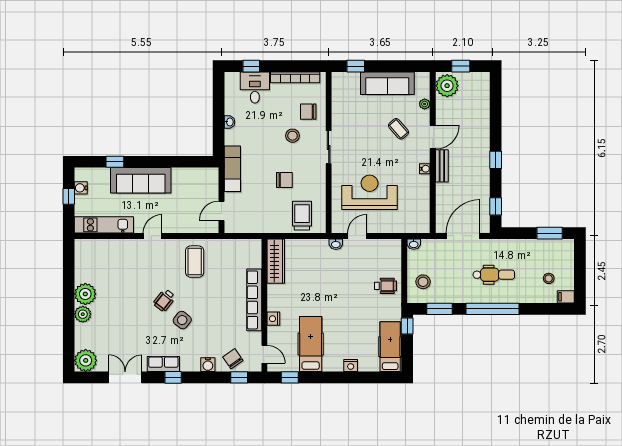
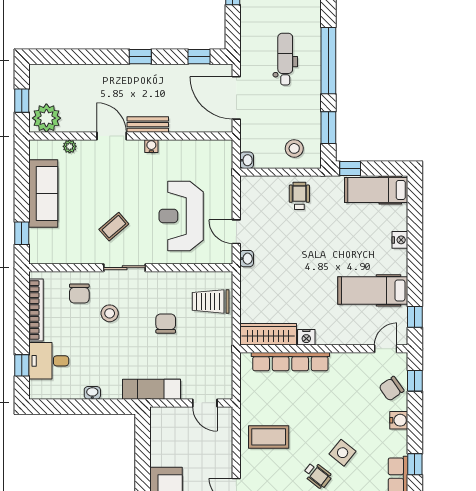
coffee table: (398, 129) -> (114, 227), moved
row of seats: (254, 300) -> (290, 362), moved
nightstand: (273, 319) -> (306, 337), moved

